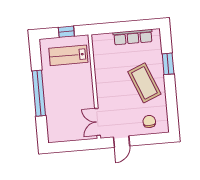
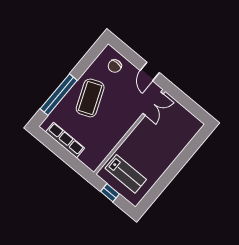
window: (168, 64) -> (59, 95), width x2.11
window: (39, 93) -> (175, 168), removed
door: (122, 142) -> (150, 72), swing flipped

